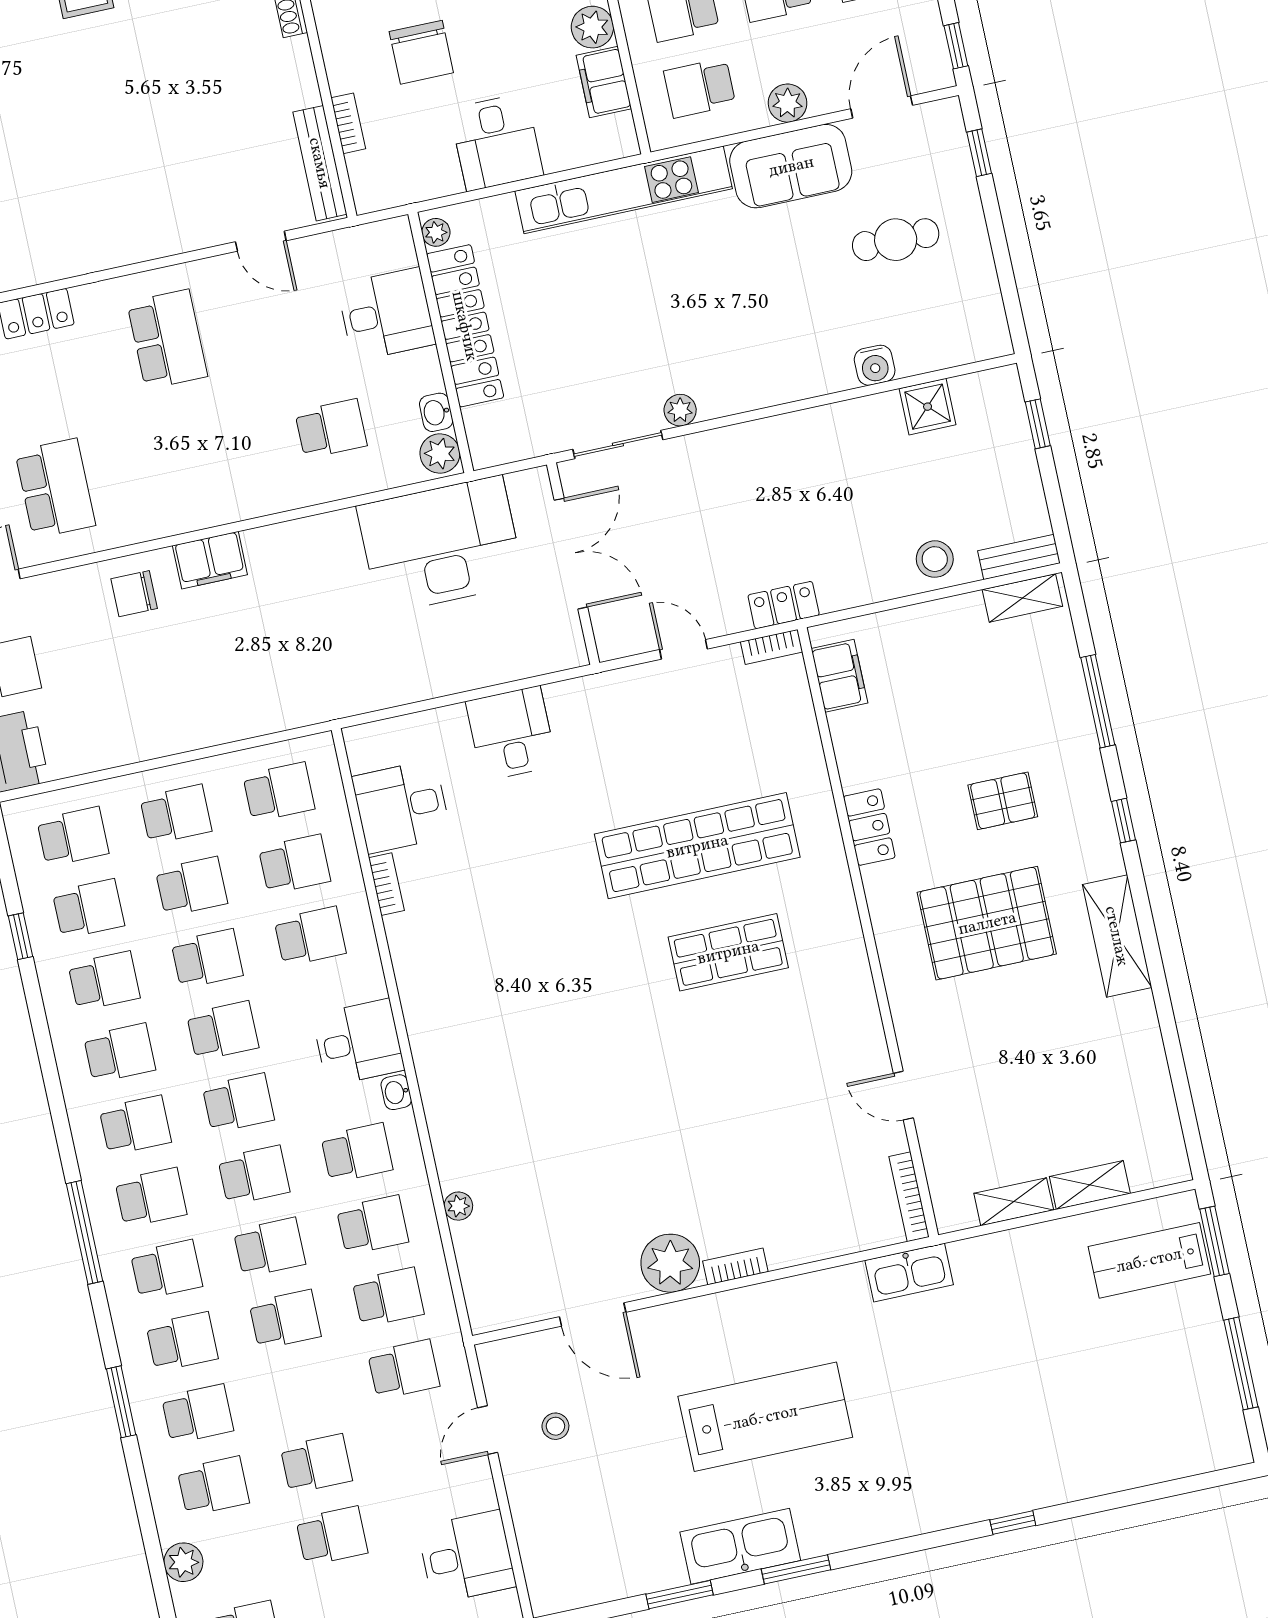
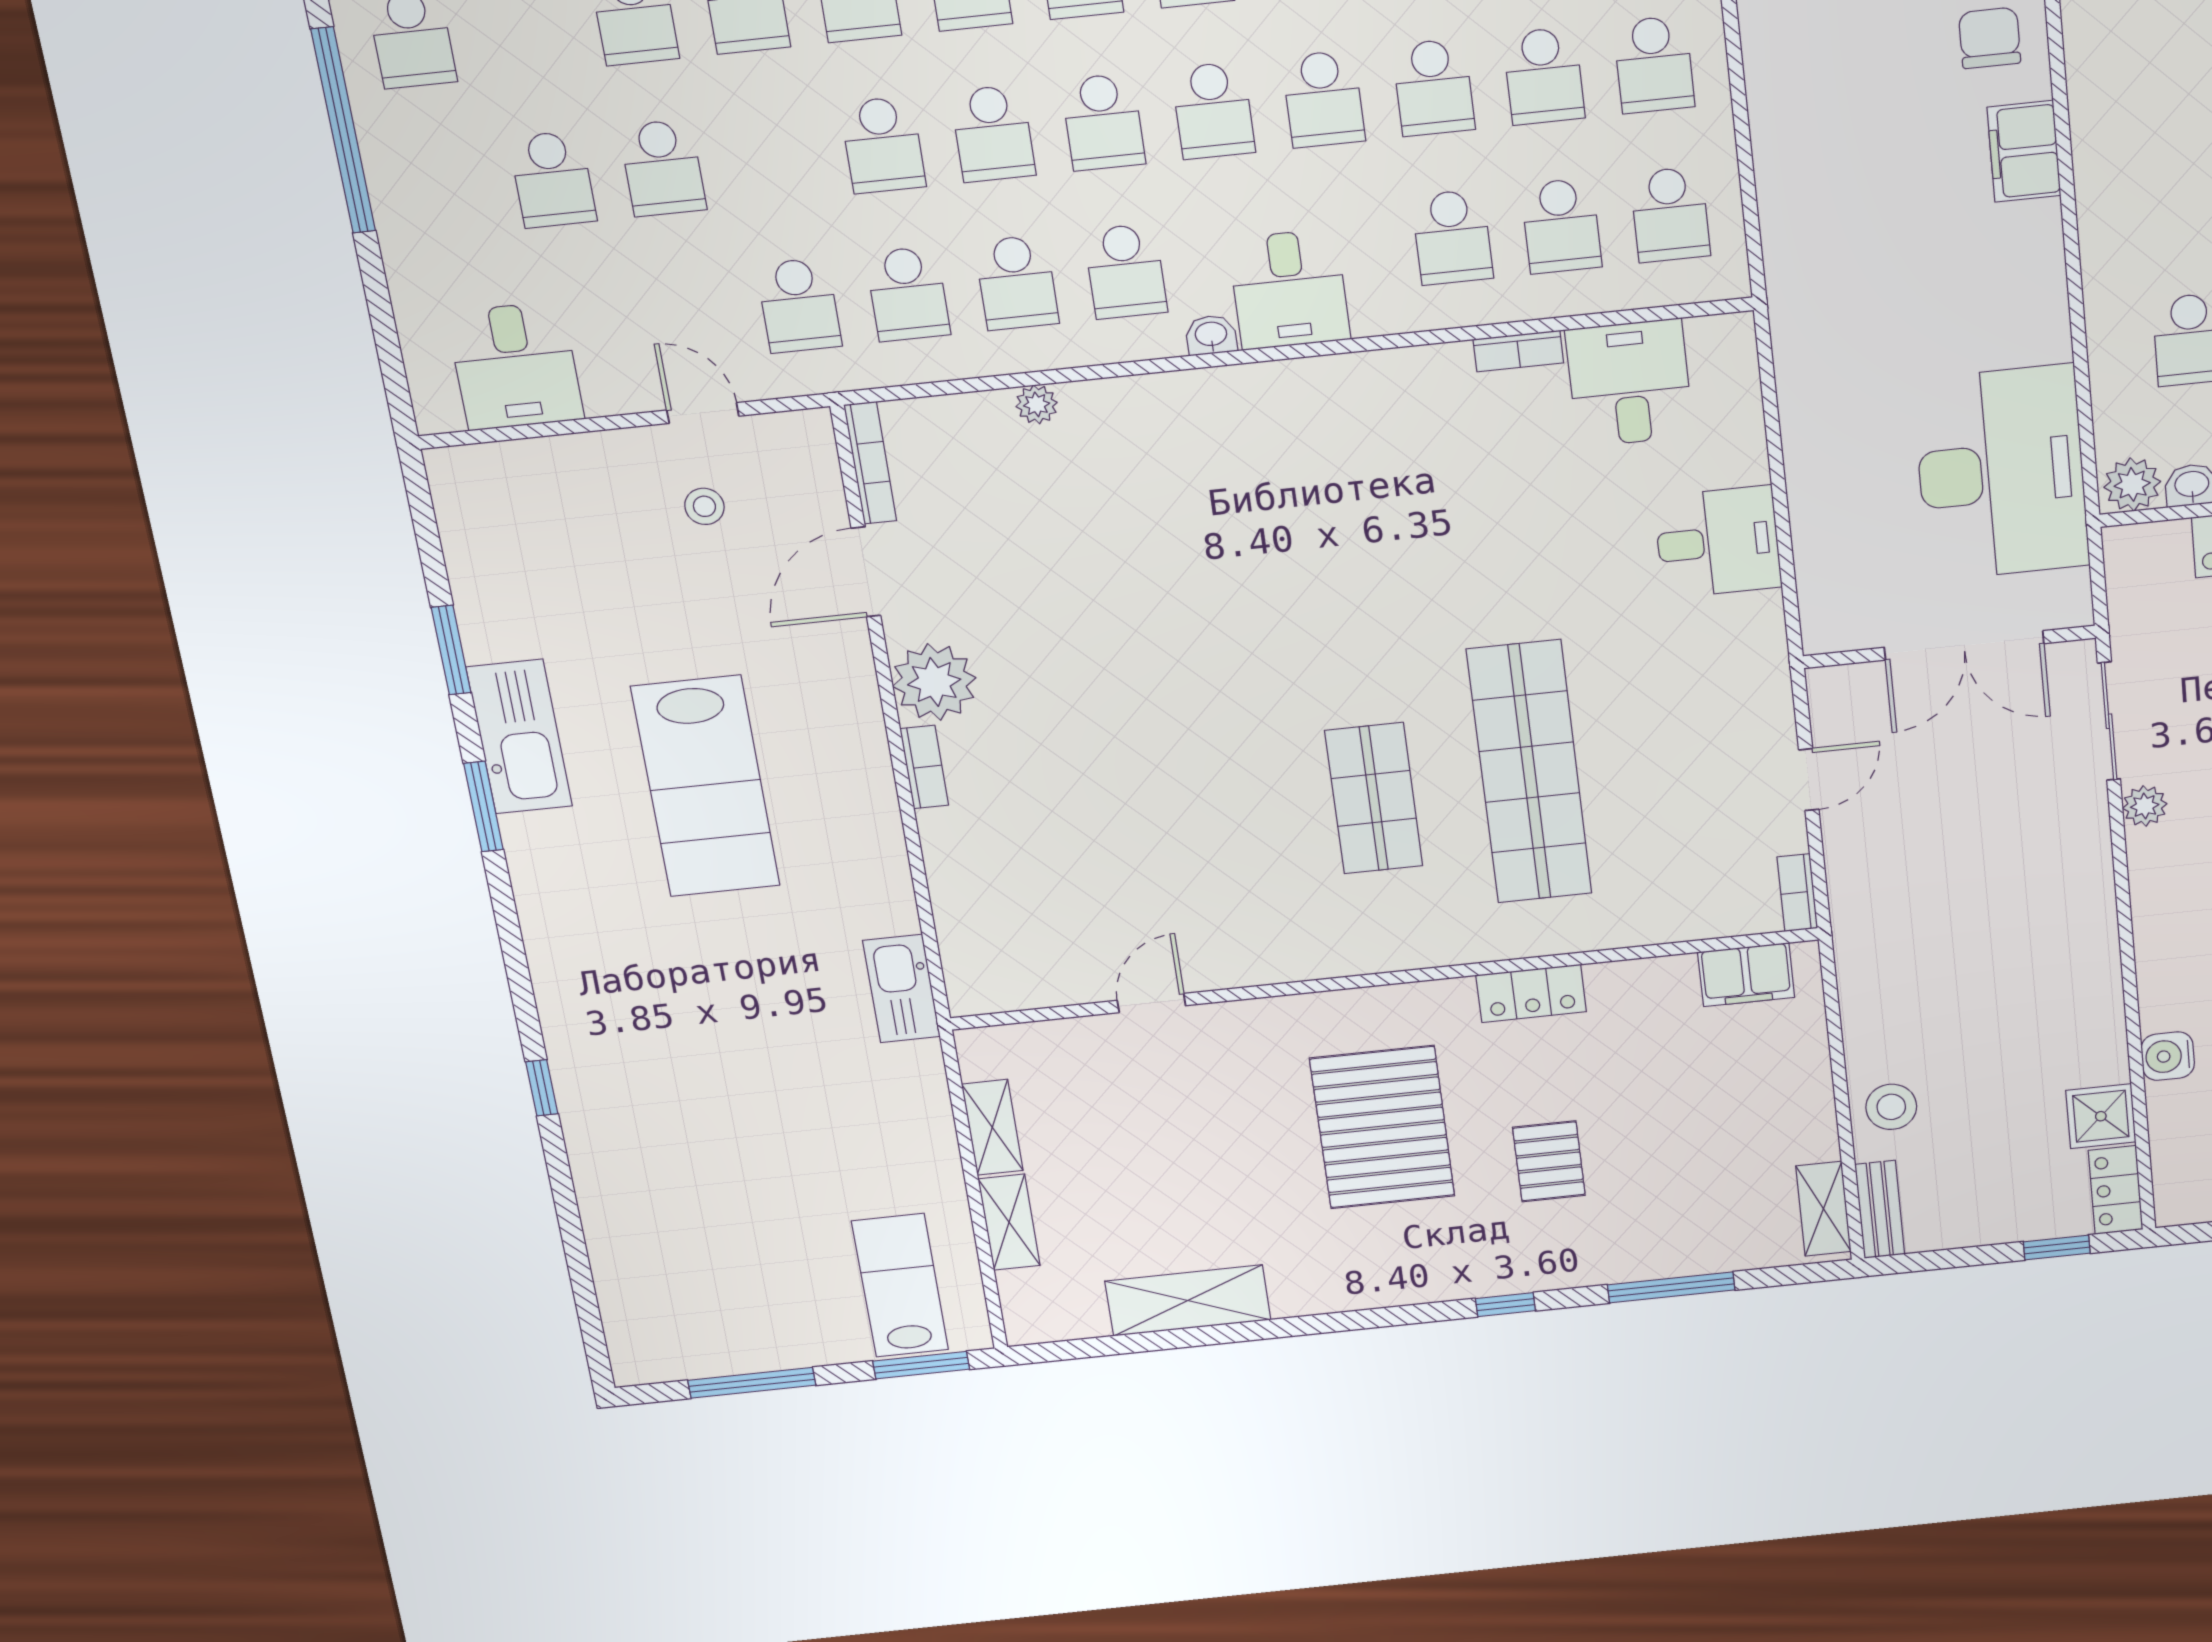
locker: (784, 605) -> (2116, 1190), moved, turned 180
shelving: (1117, 936) -> (1188, 1301), moved
bookcase: (909, 1197) -> (870, 463), moved, turned 90

